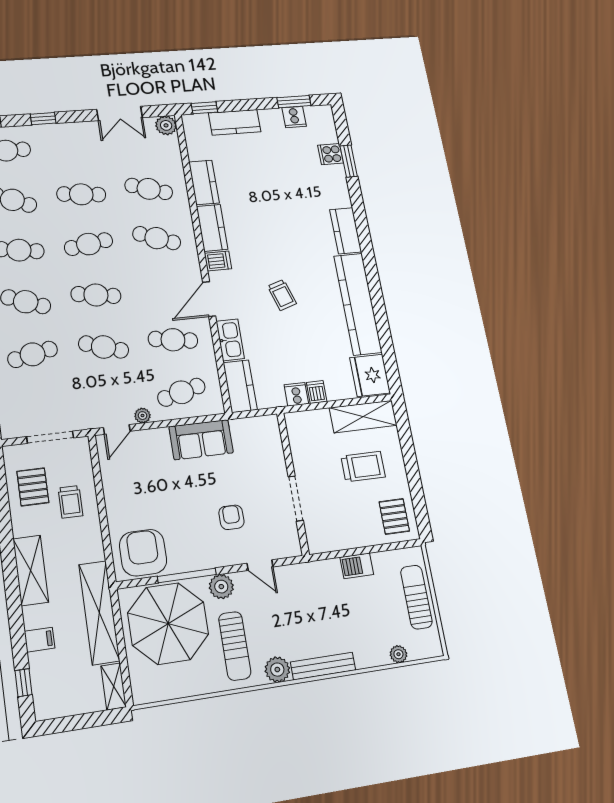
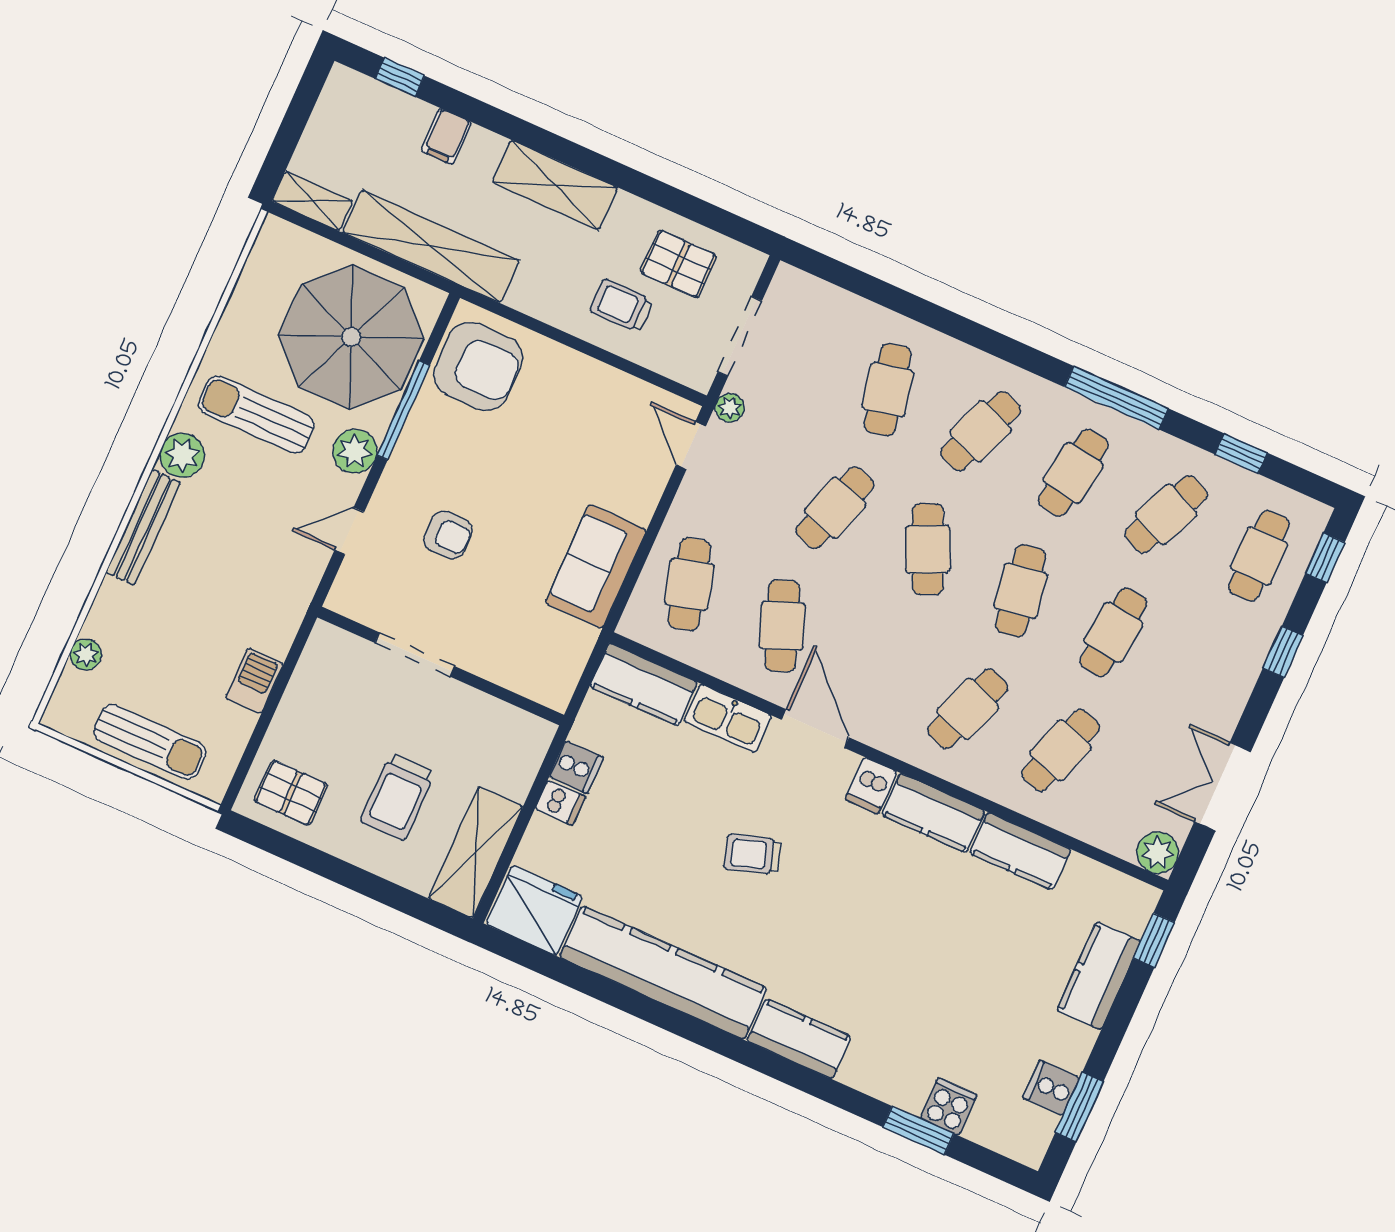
cafe table: (96, 295) -> (928, 549), turned -33
cafe table: (173, 340) -> (782, 626), turned -30
plant: (142, 416) -> (730, 408), moved

